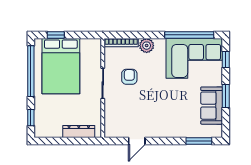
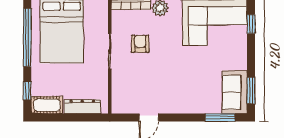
window: (226, 96) -> (251, 90), moved
sofa: (212, 106) -> (235, 92), moved
cot: (48, 130) -> (47, 105), added

